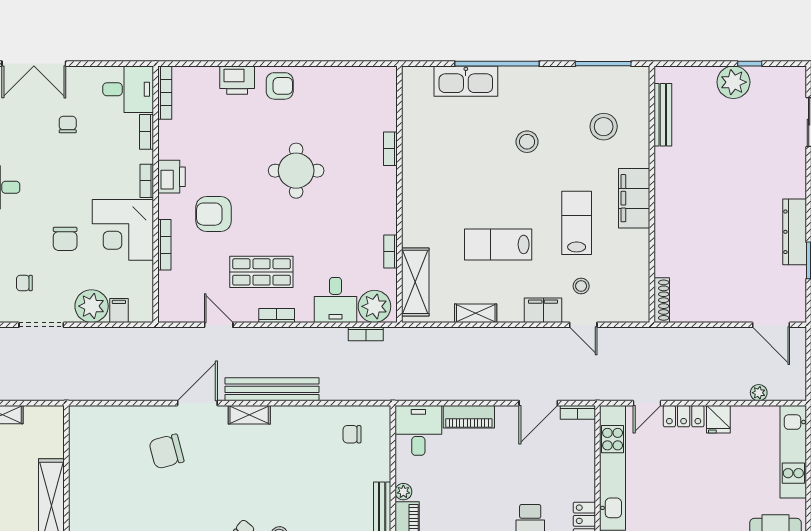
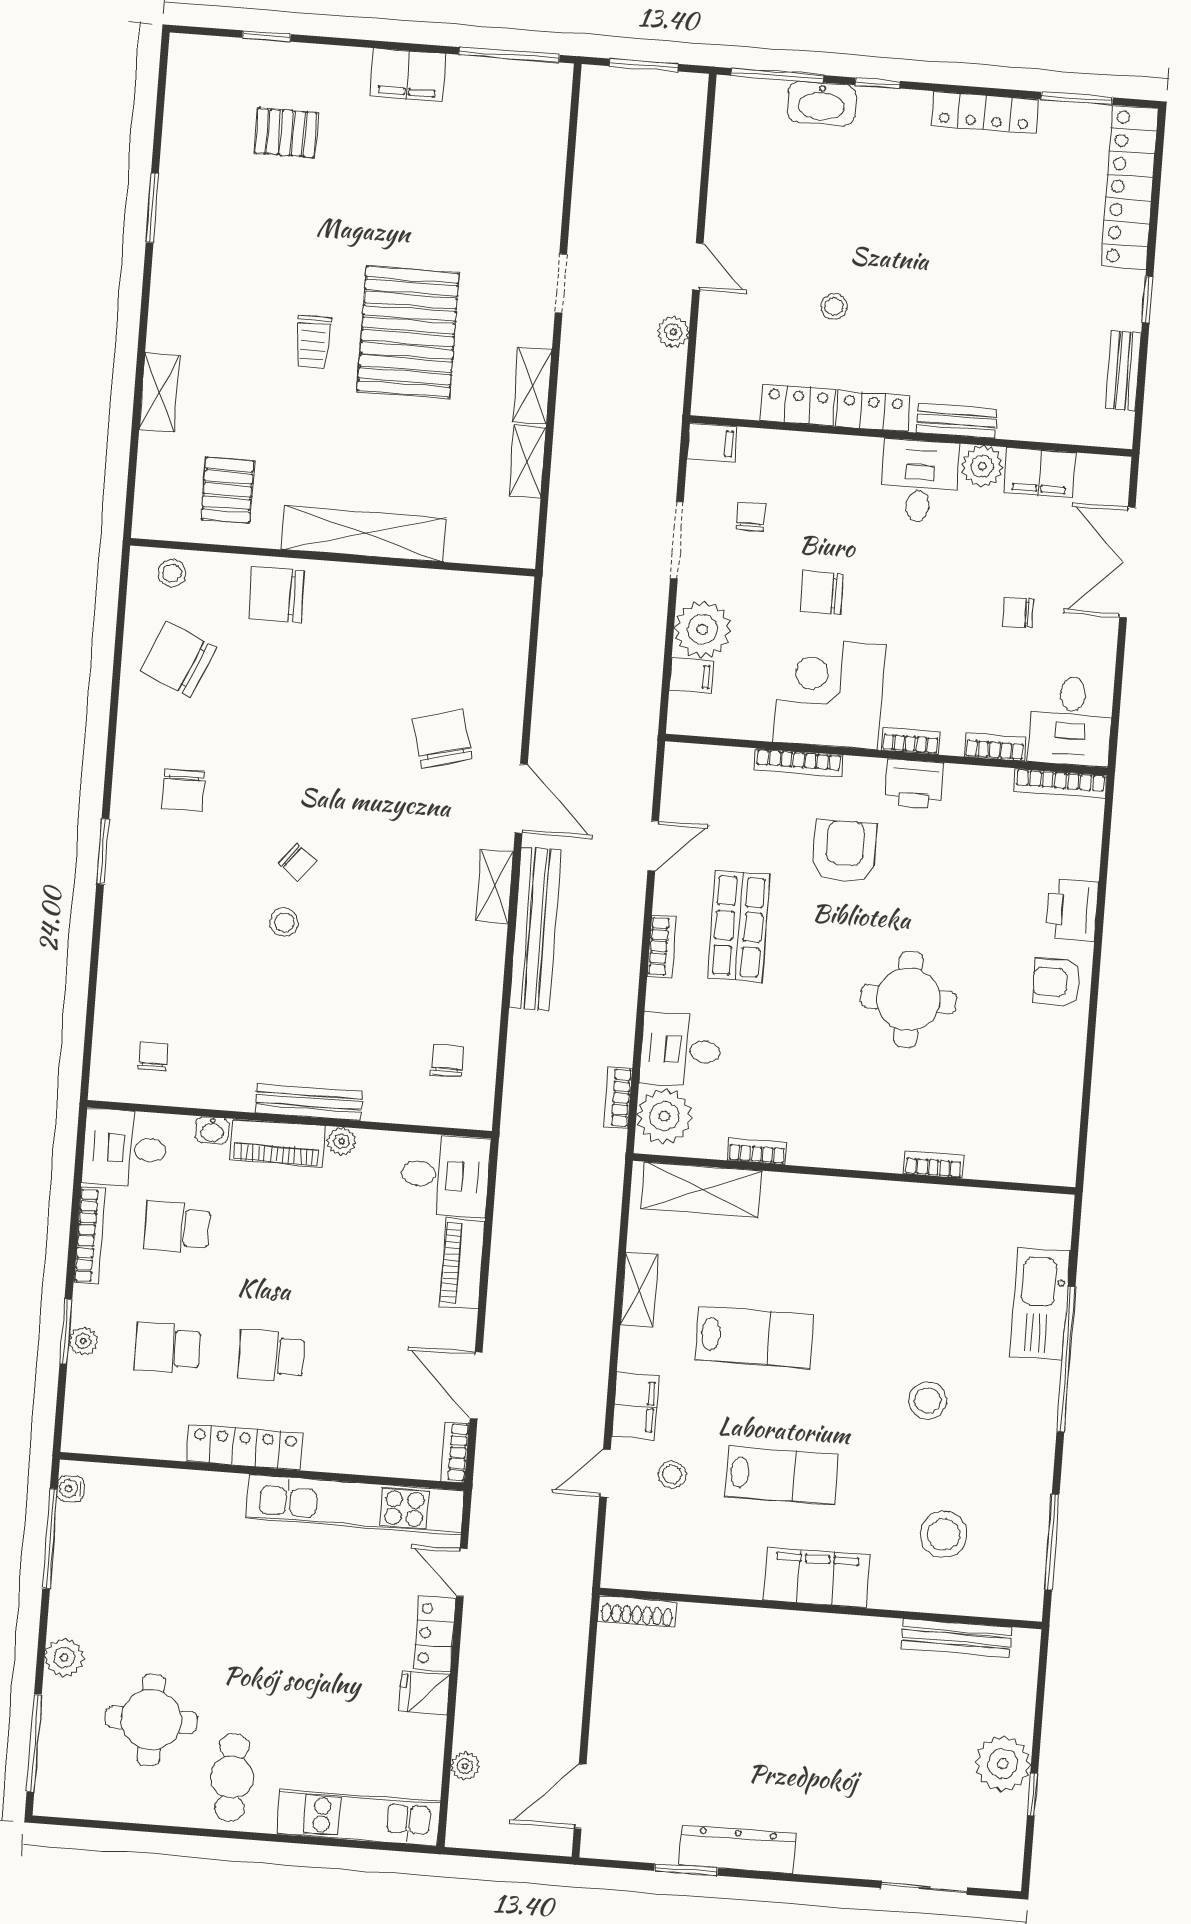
armchair: (280, 86) -> (1056, 982), turned 90
chair: (68, 125) -> (1018, 612), turned 180
lab bench: (498, 244) -> (755, 1337), turned 90

